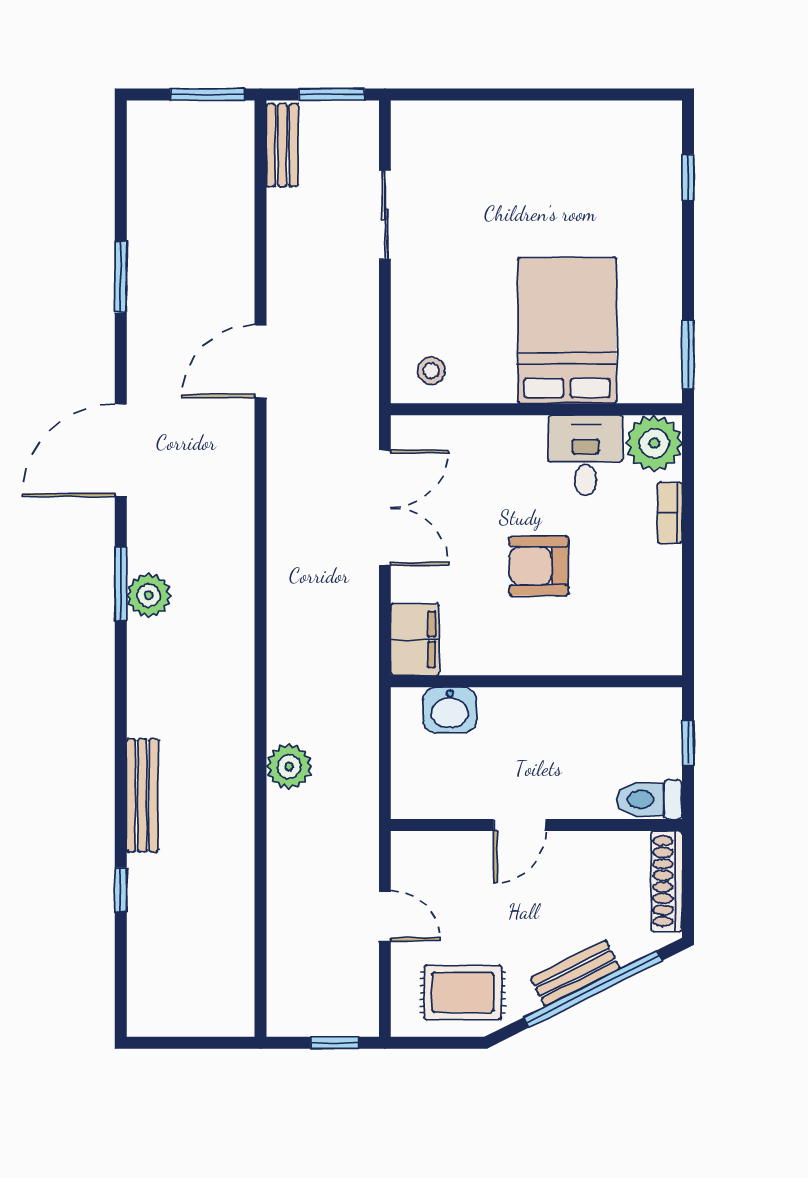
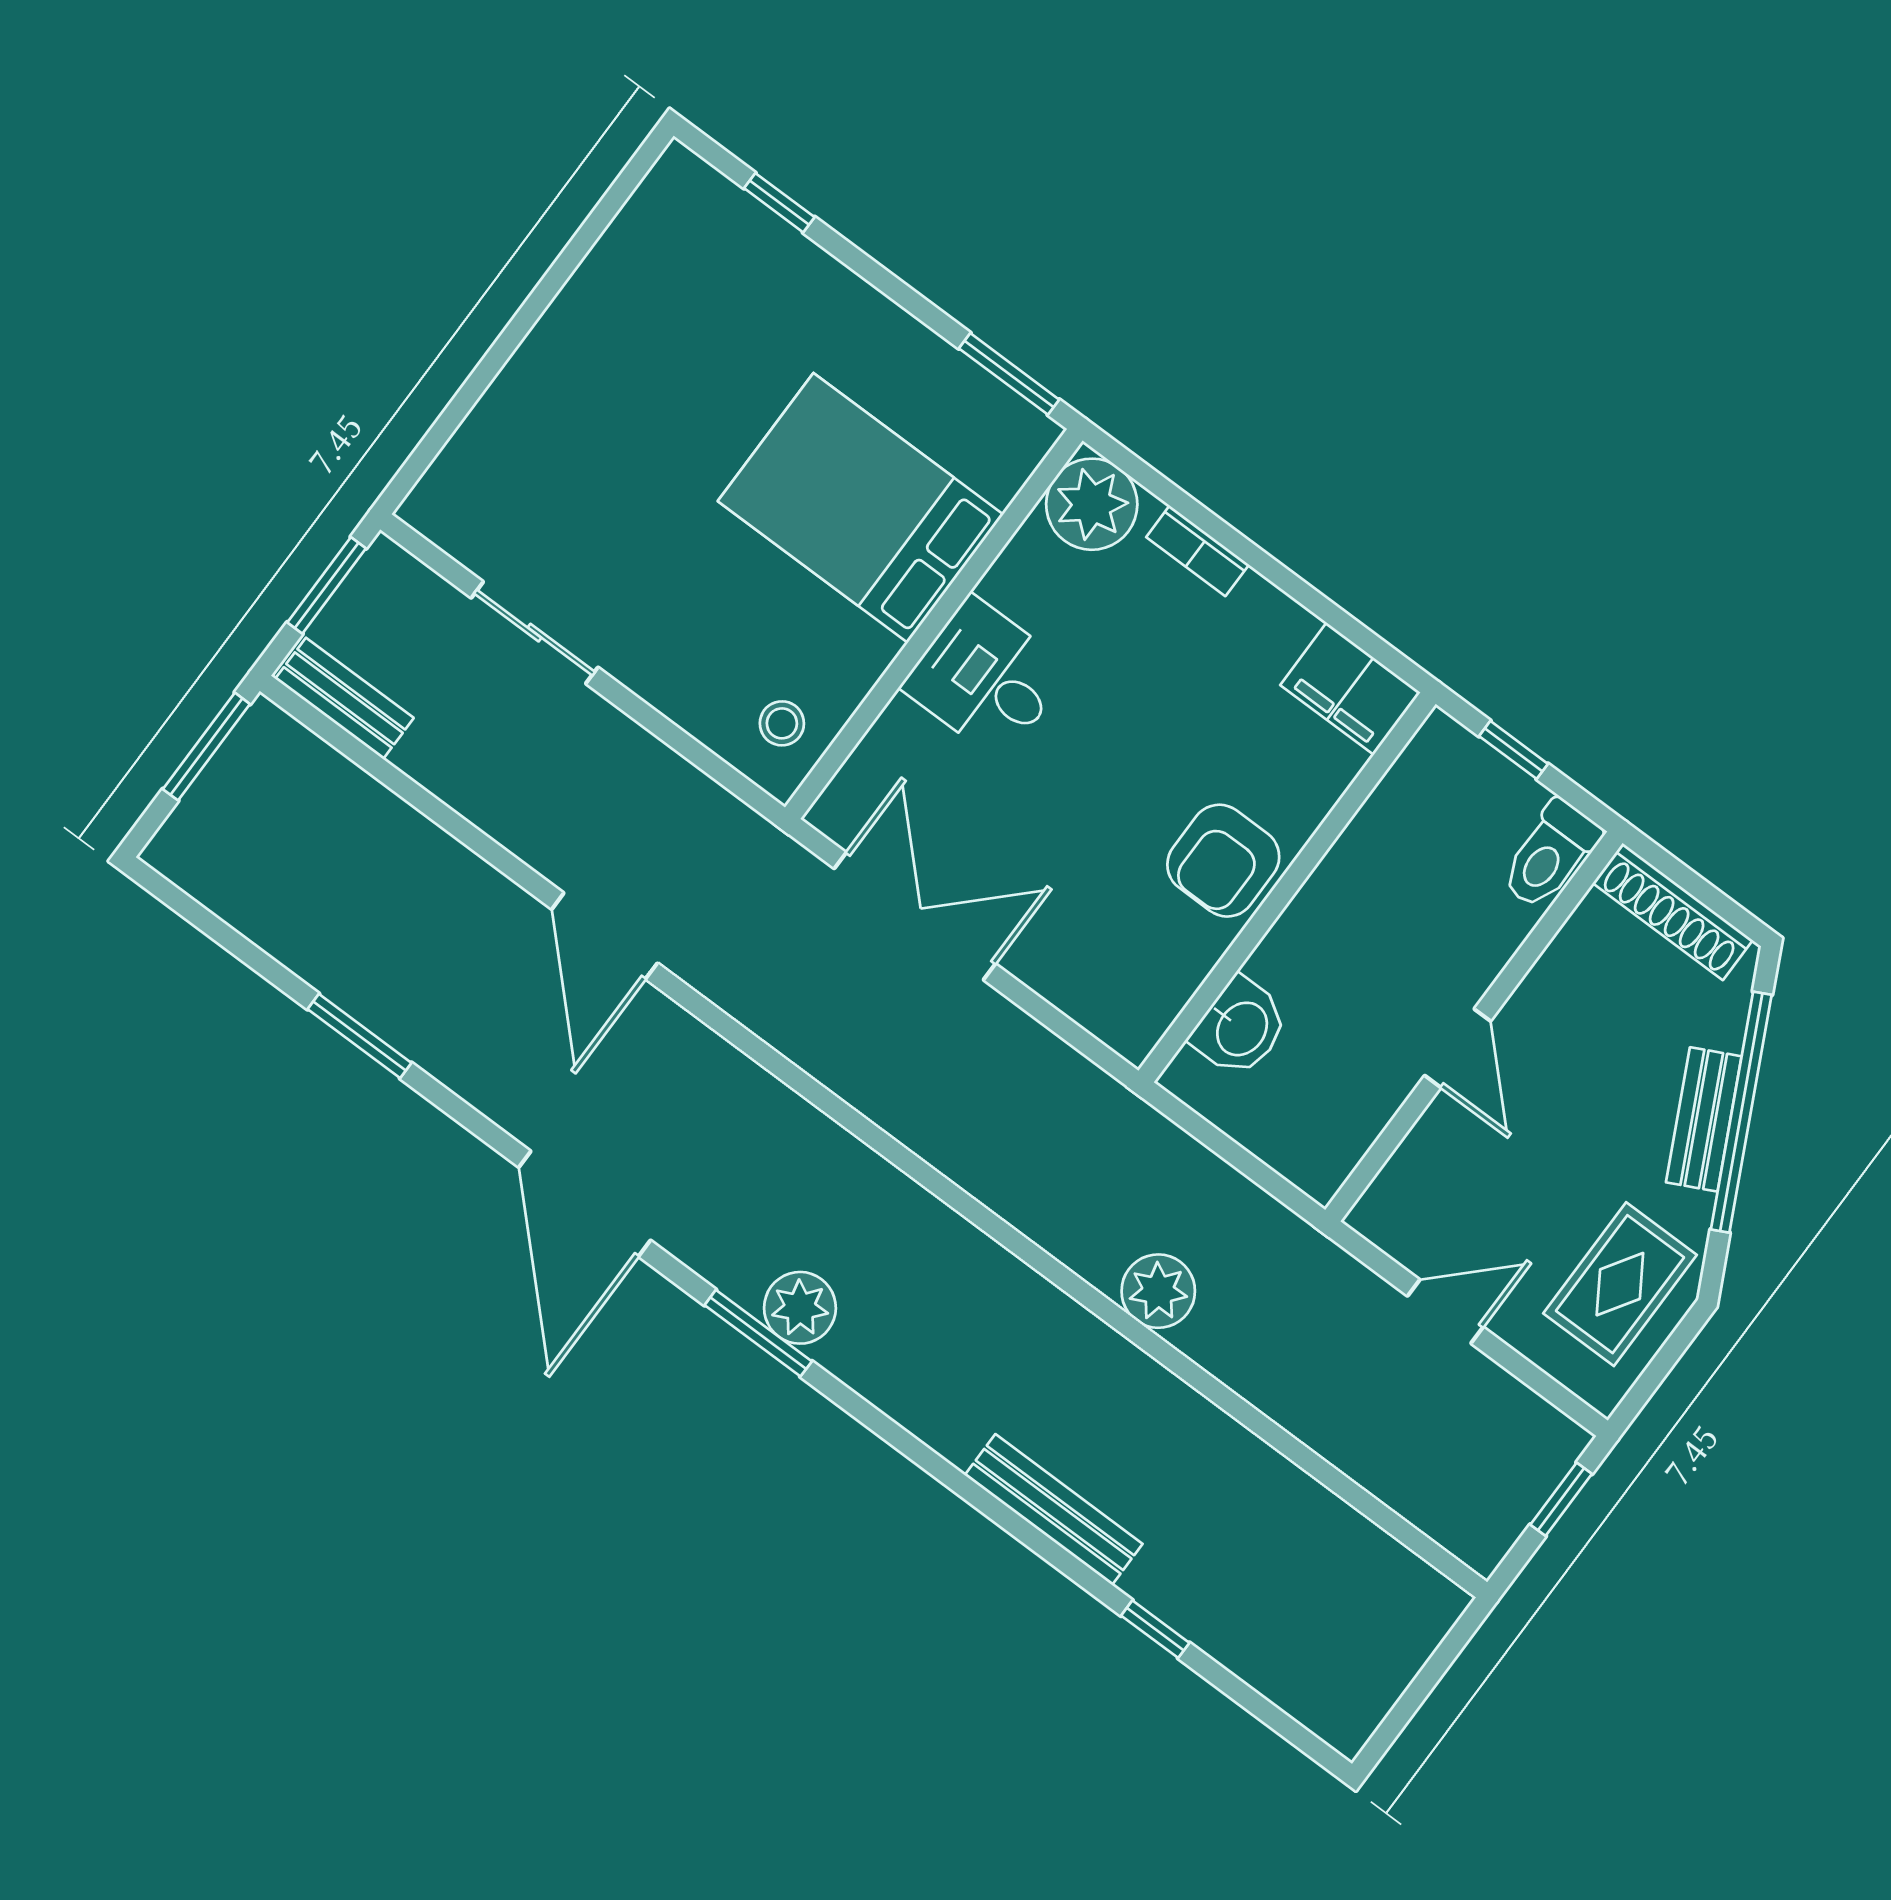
desk: (586, 455) -> (986, 678), moved
armchair: (539, 566) -> (1223, 861), moved
filing cabinet: (415, 639) -> (1350, 689), moved, turned 180

